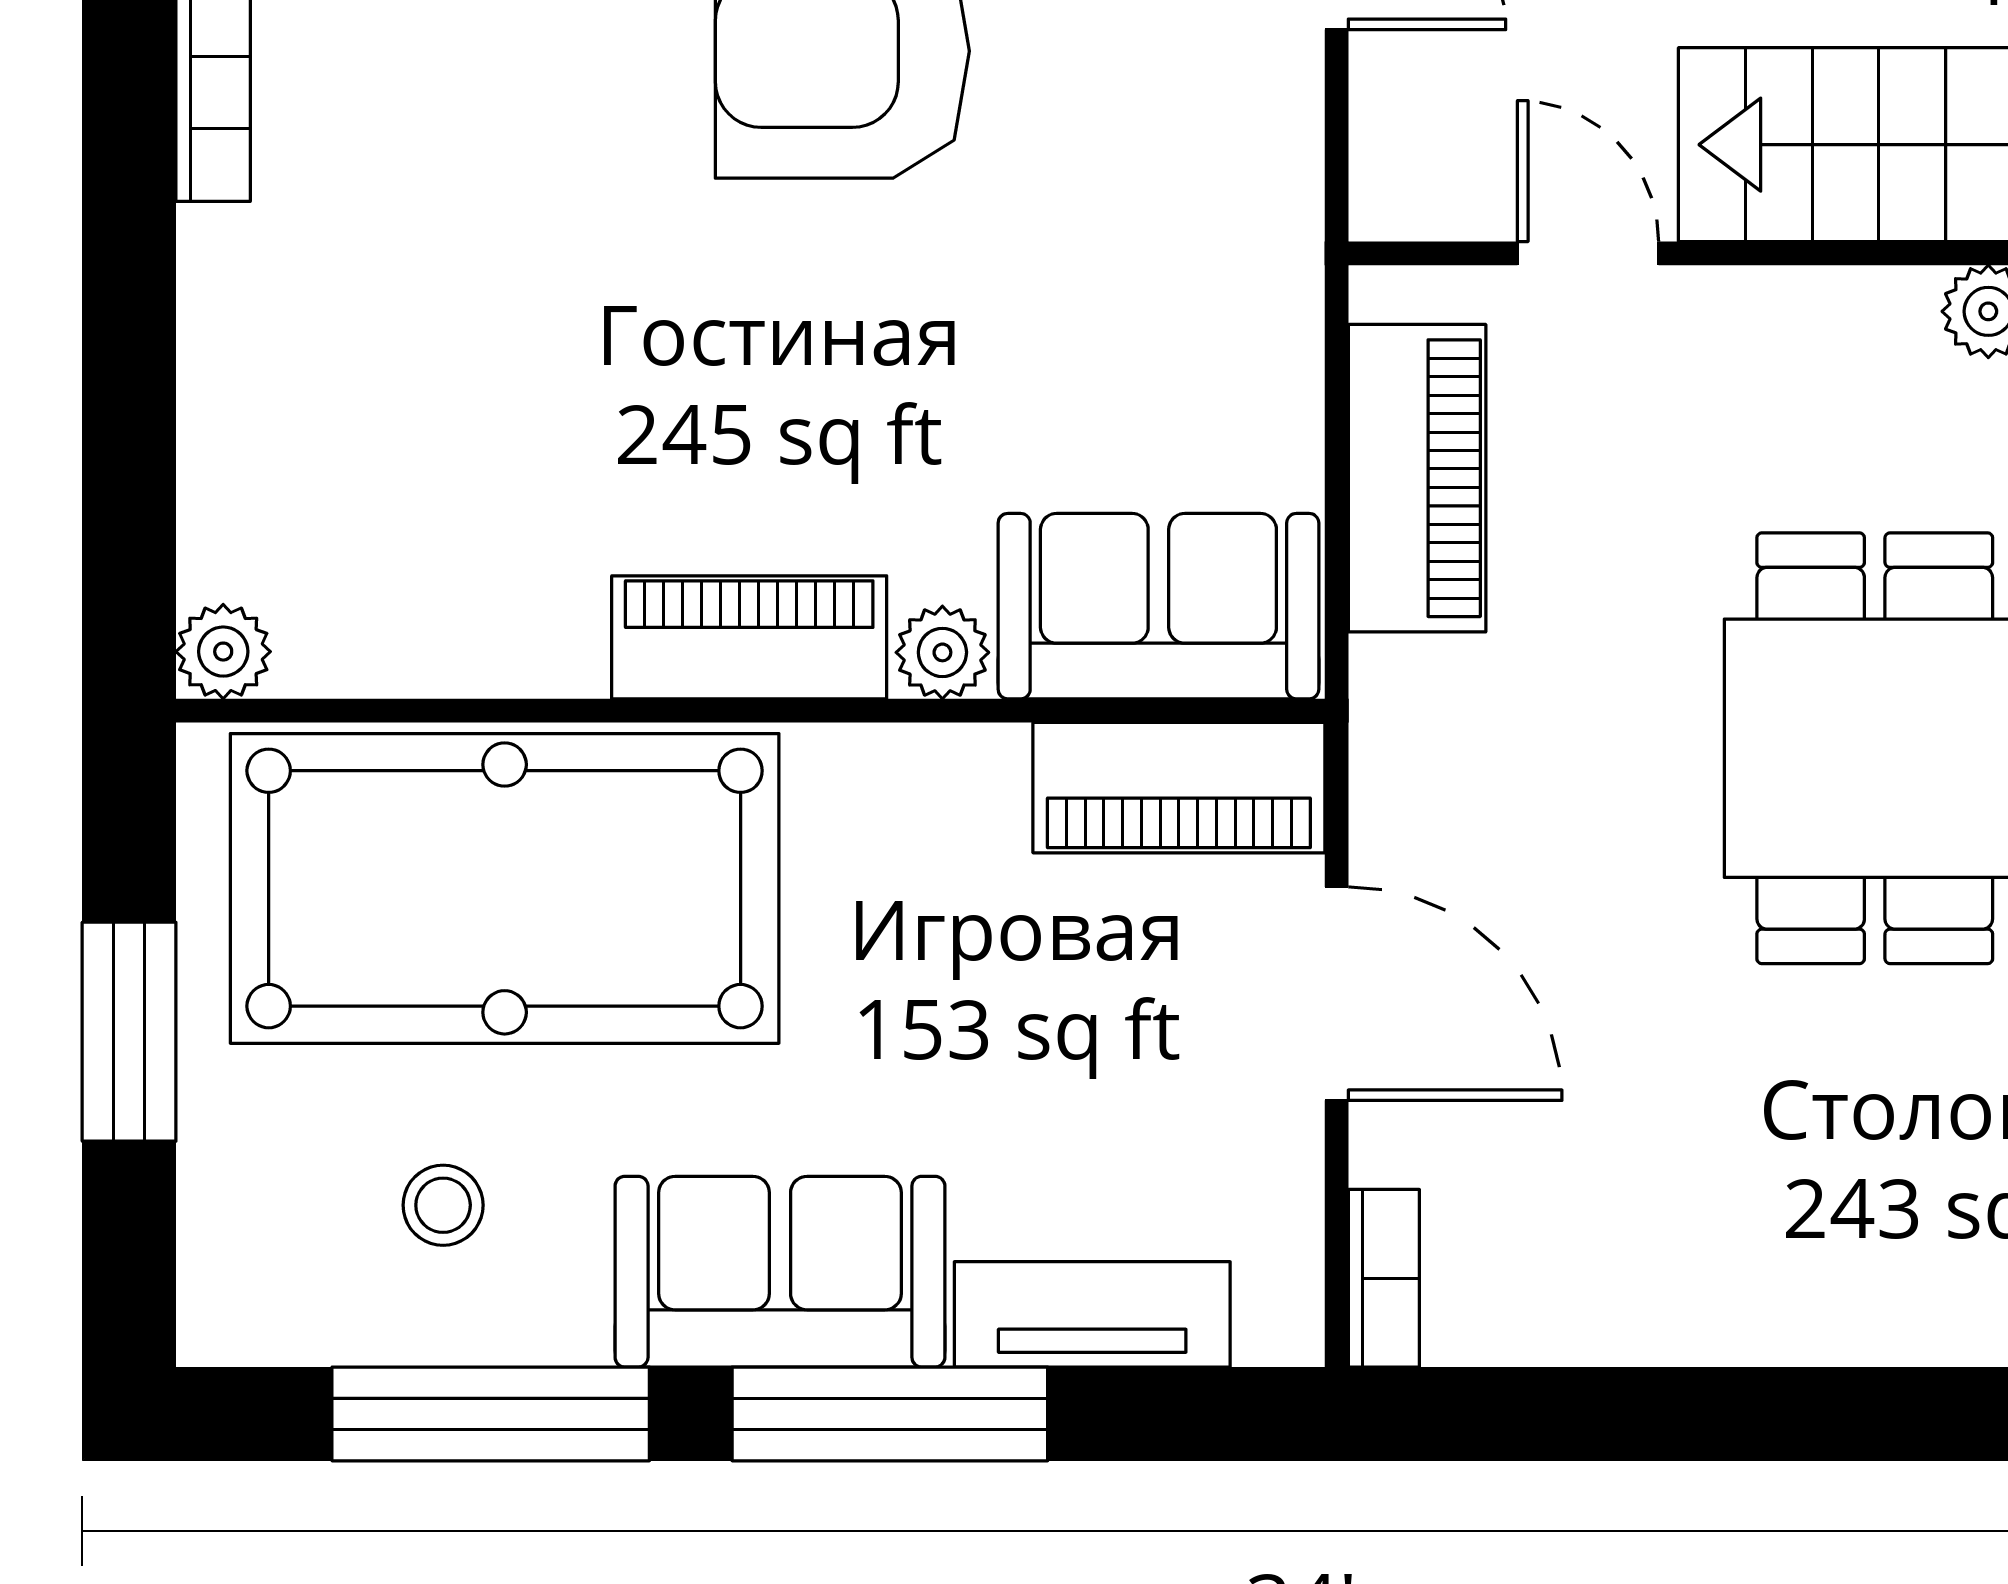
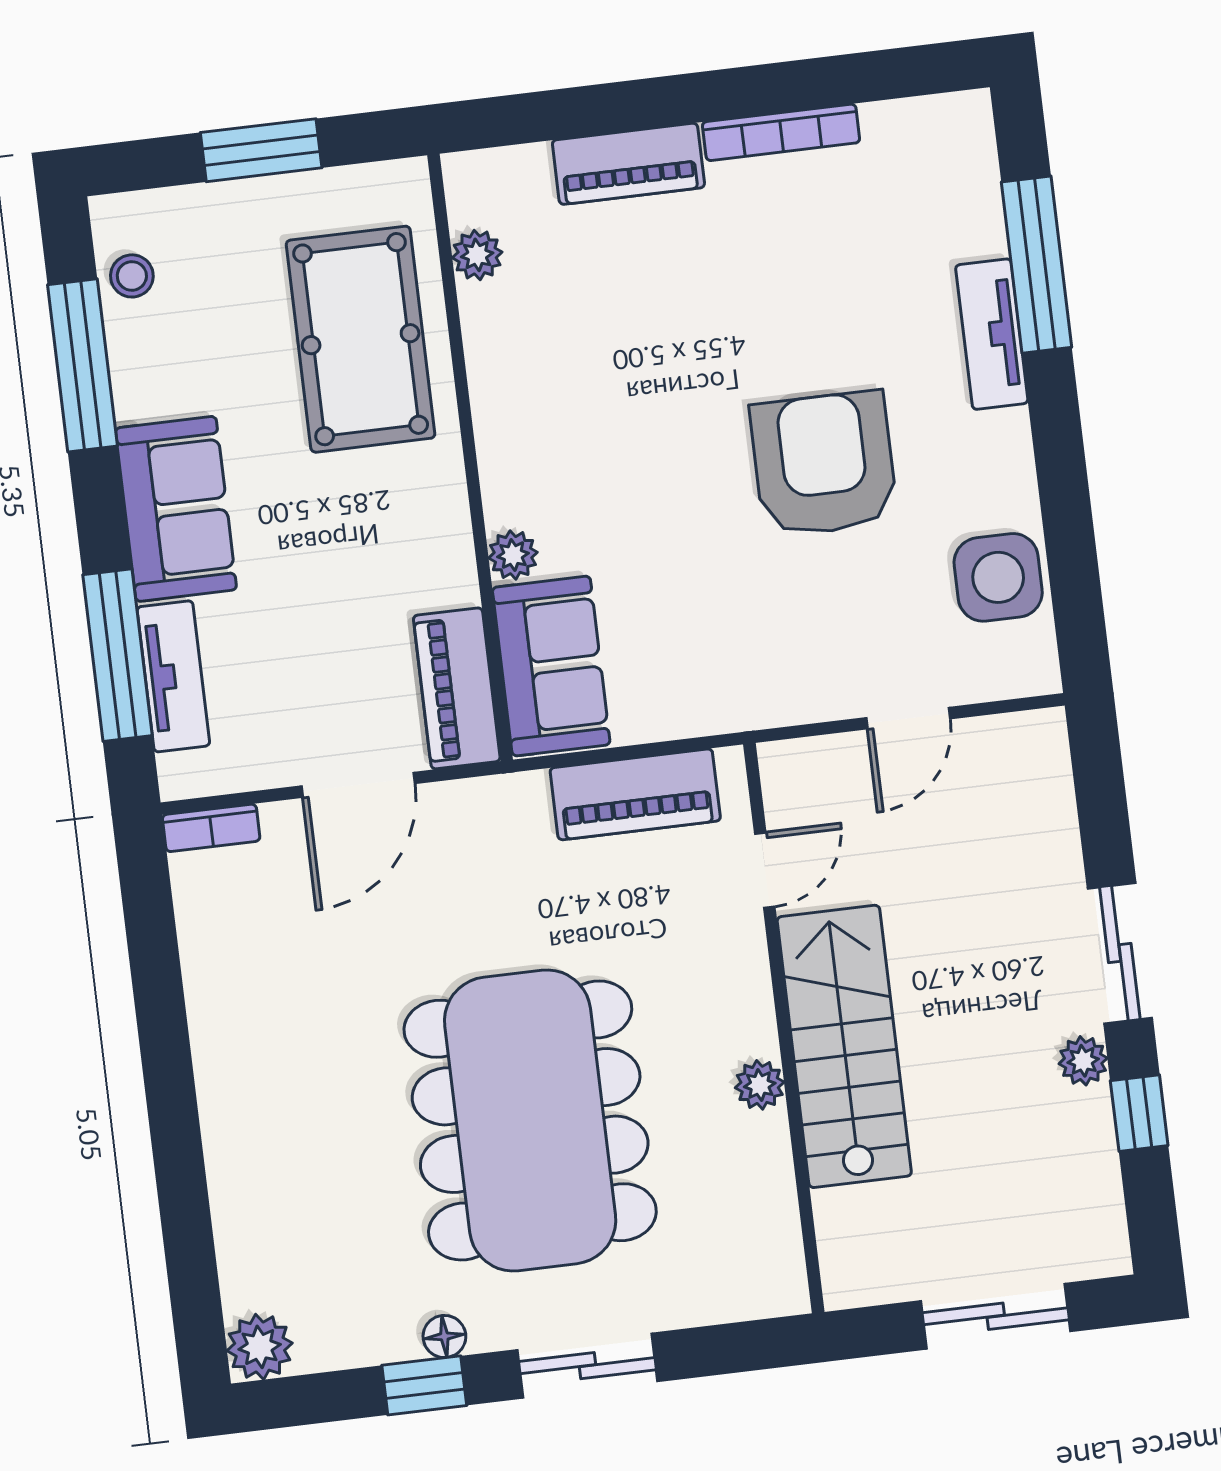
piano: (749, 637) -> (628, 164), moved, turned 90
plant: (223, 652) -> (477, 255), moved
pool table: (505, 888) -> (361, 339), width x0.73, depth x0.76
stool: (443, 1205) -> (132, 276), moved
window: (890, 1414) -> (118, 655), moved

